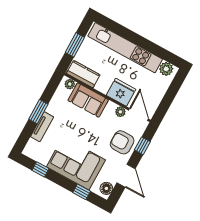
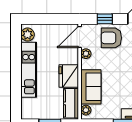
kitchen unit: (125, 48) -> (29, 70), width x0.73
fridge: (121, 92) -> (69, 76), moved
armchair: (122, 142) -> (111, 38), turned 90

